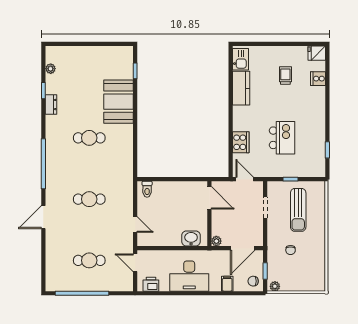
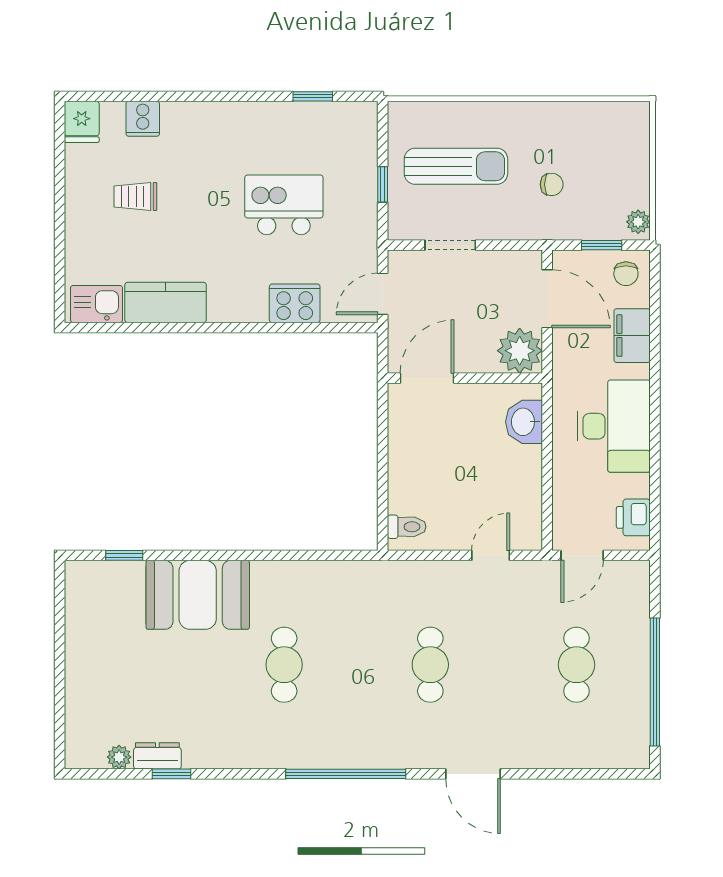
dresser: (51, 105) -> (157, 756), moved
plant: (216, 241) -> (520, 351), width x1.87, depth x1.87
filing cabinet: (227, 284) -> (632, 336), width x2.00

